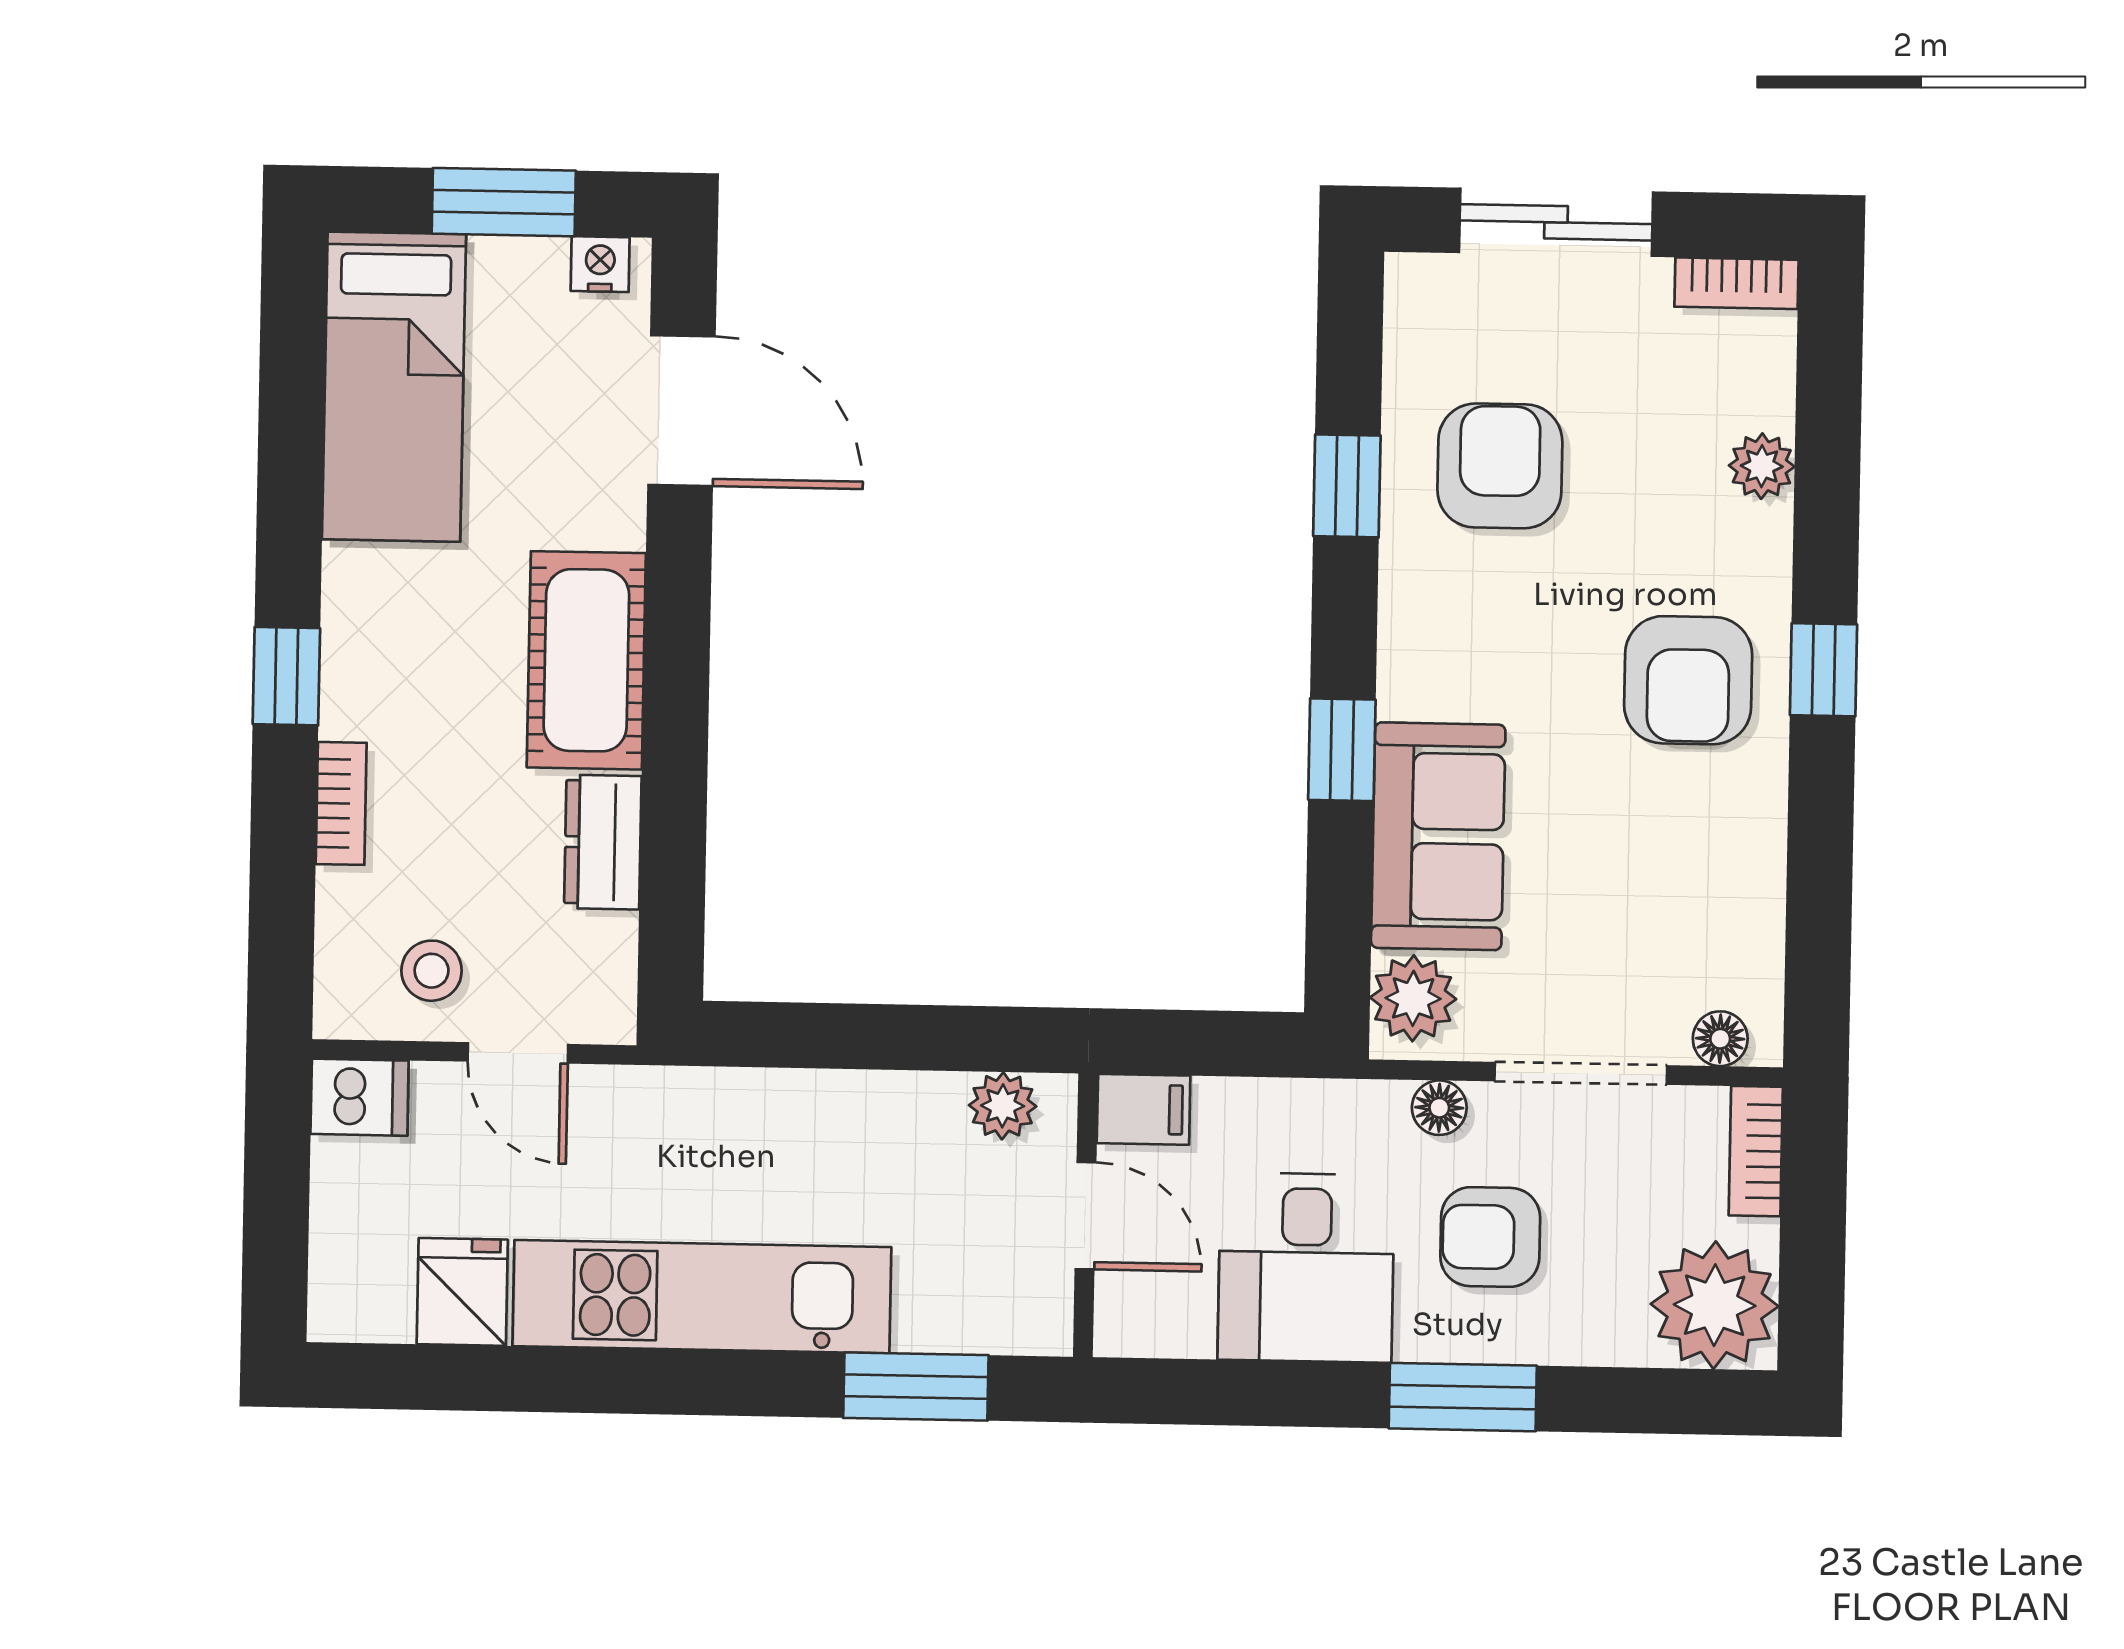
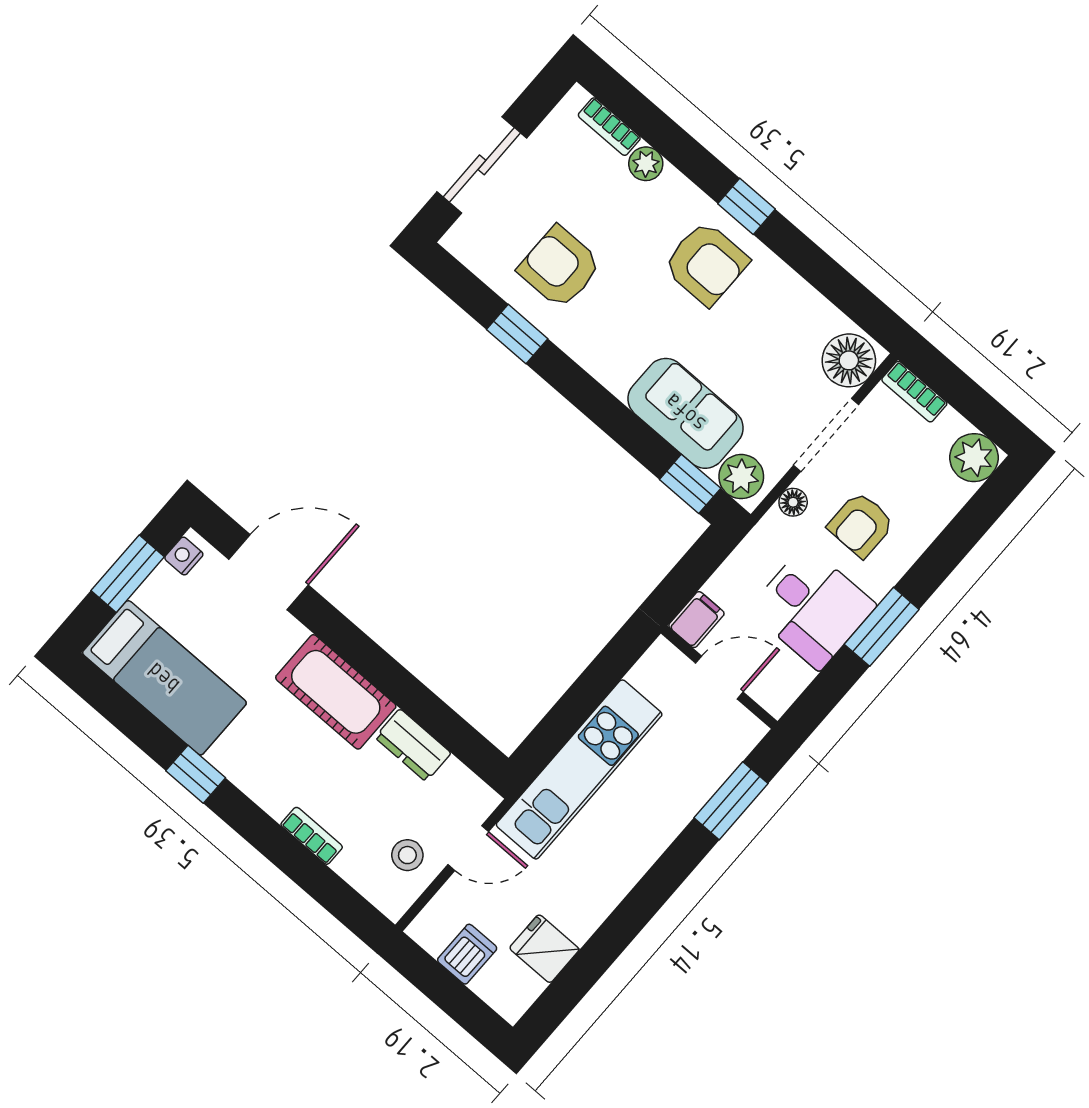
bookcase: (1736, 283) -> (609, 127), moved, turned 90
window: (286, 676) -> (196, 774), moved
window: (1342, 750) -> (690, 484), moved
floor lamp: (1720, 1039) -> (849, 360), width x1.89, depth x1.89
dishwasher: (360, 1097) -> (467, 954), moved
plant: (1003, 1106) -> (649, 674), removed
kitchen unit: (702, 1297) -> (579, 769), moved, turned 180
plant: (1715, 1305) -> (974, 458), width x0.73, depth x0.73
window: (1463, 1397) -> (882, 627), moved

